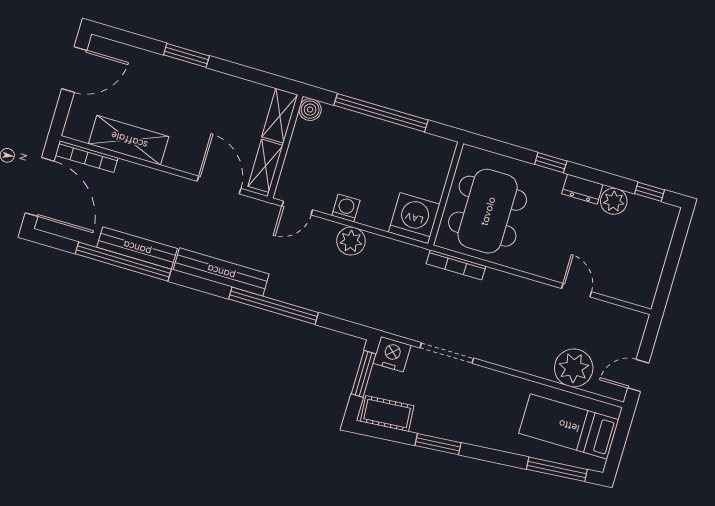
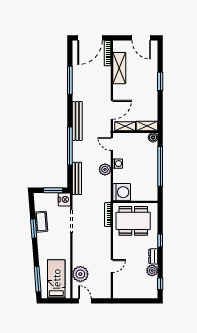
bench: (137, 248) -> (77, 178), moved
window: (123, 262) -> (70, 80), width x0.68
cot: (387, 414) -> (41, 222), moved

